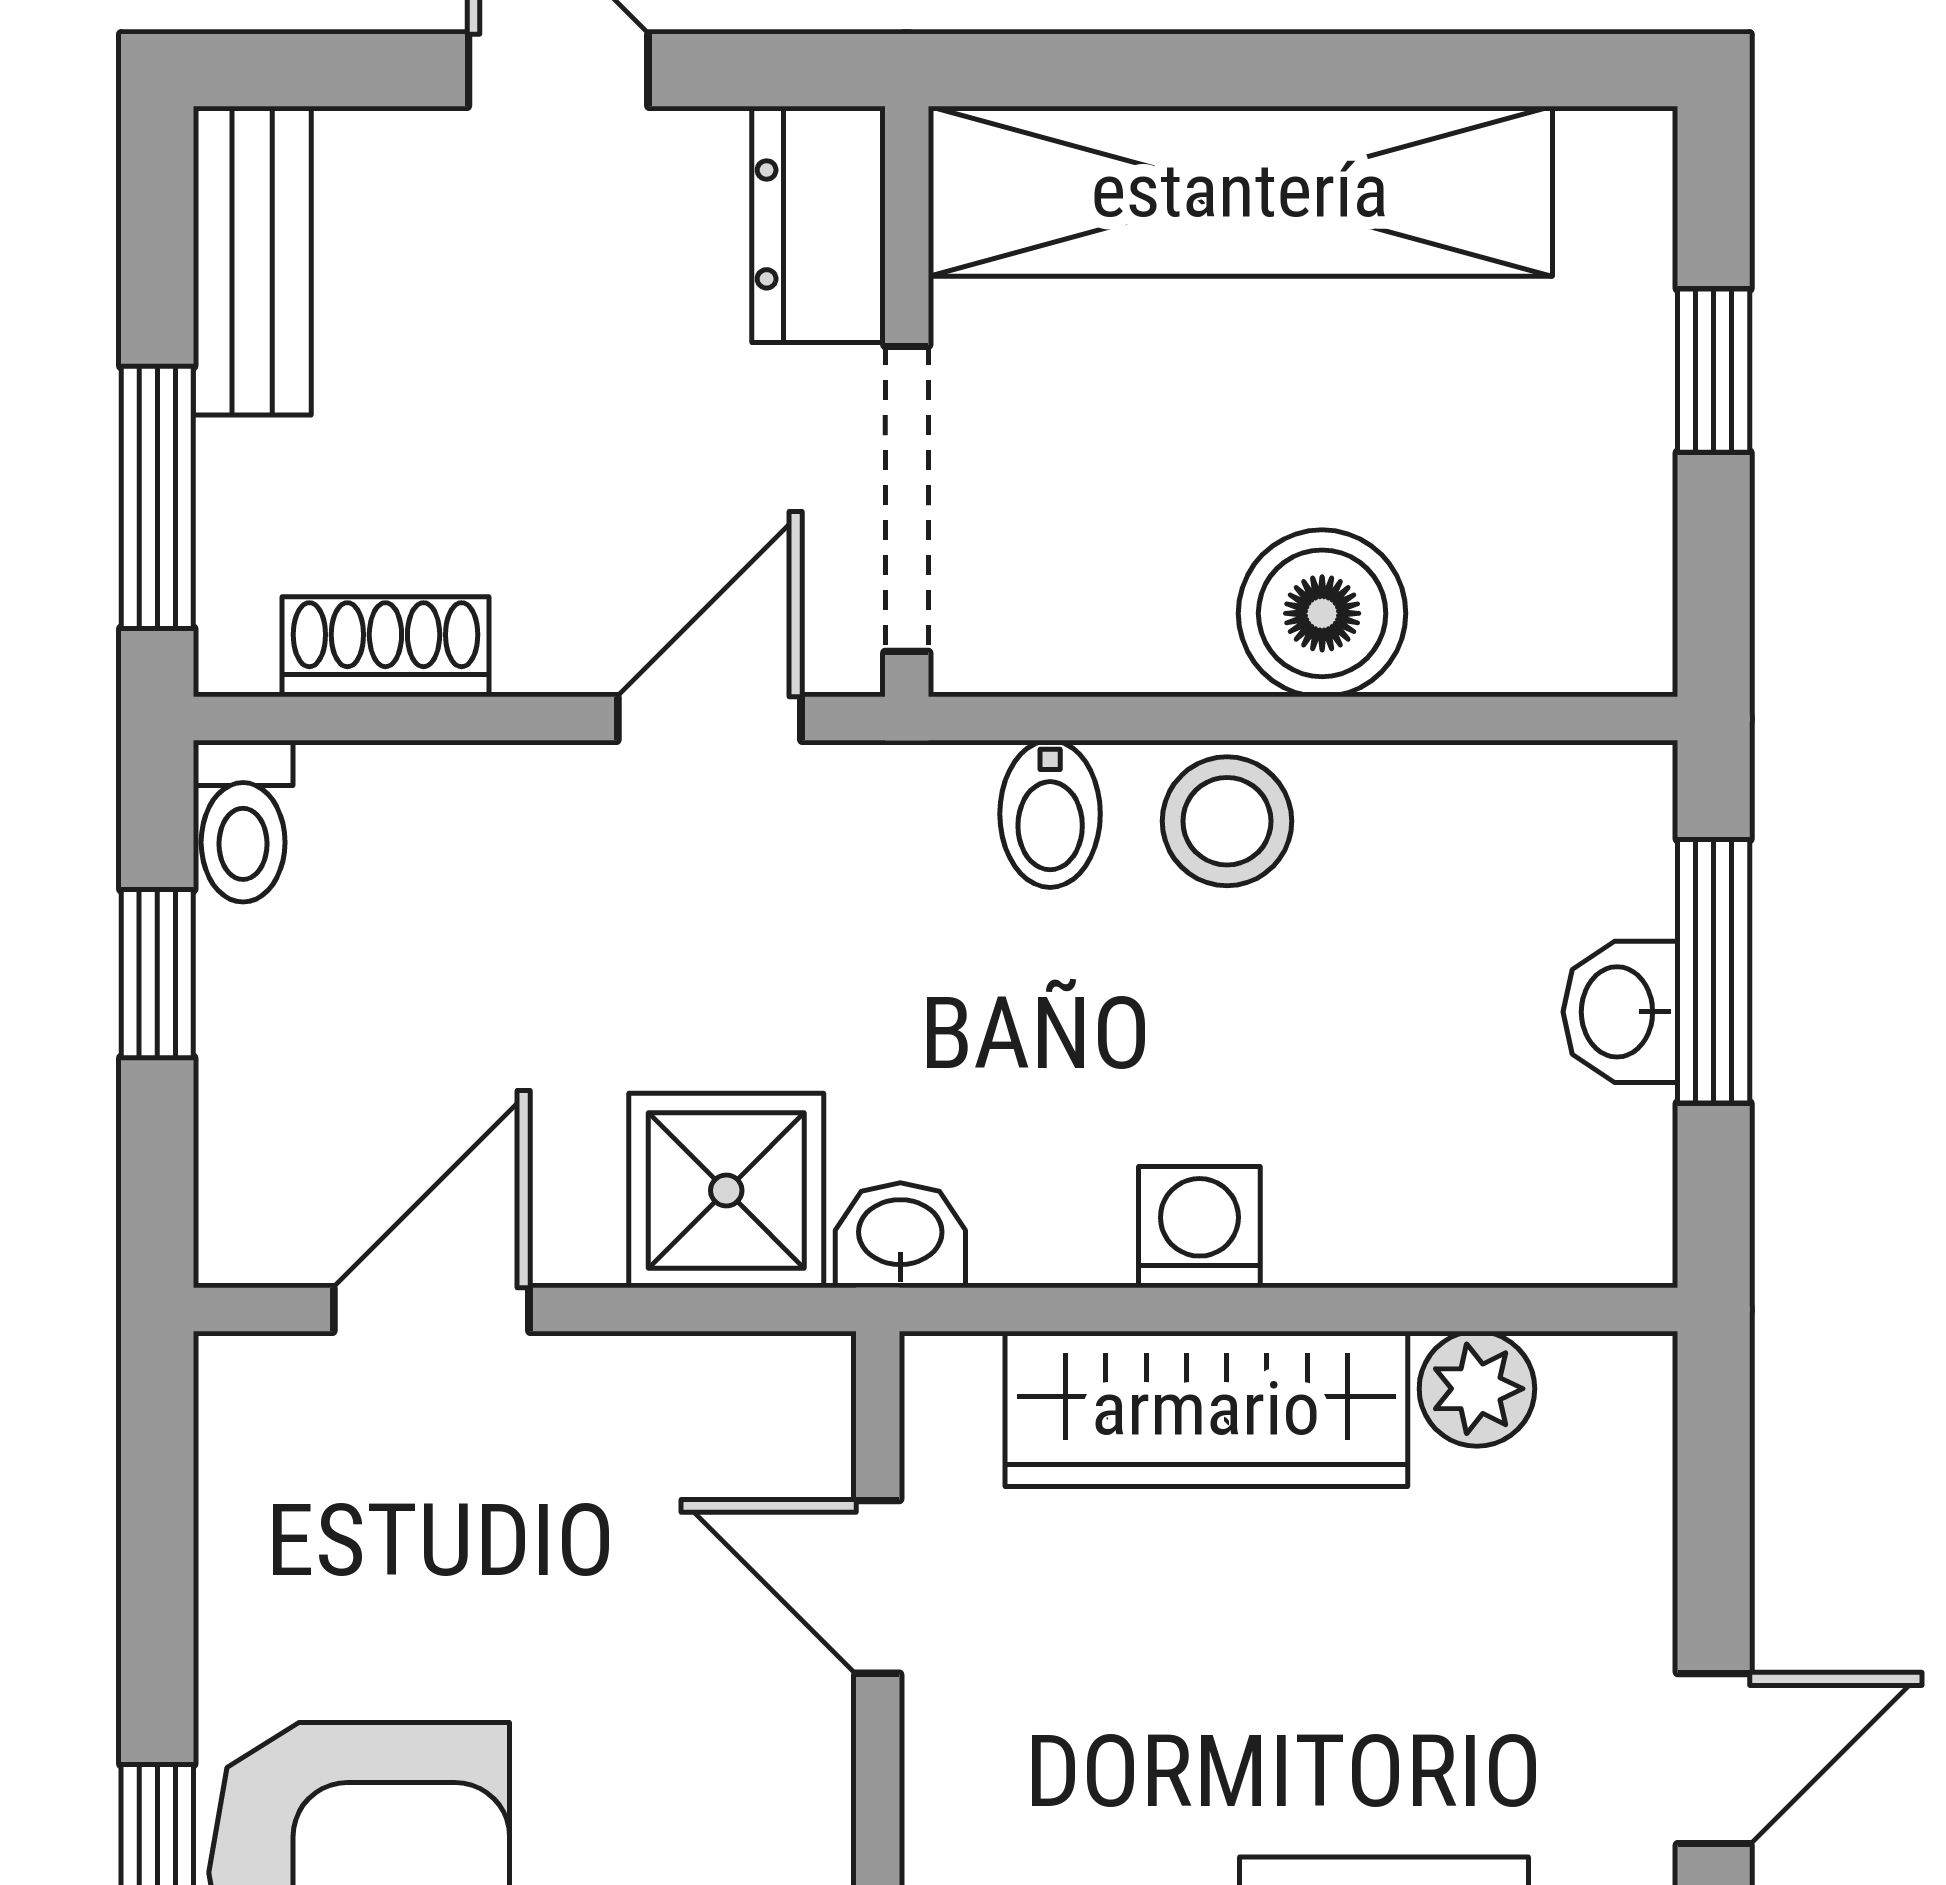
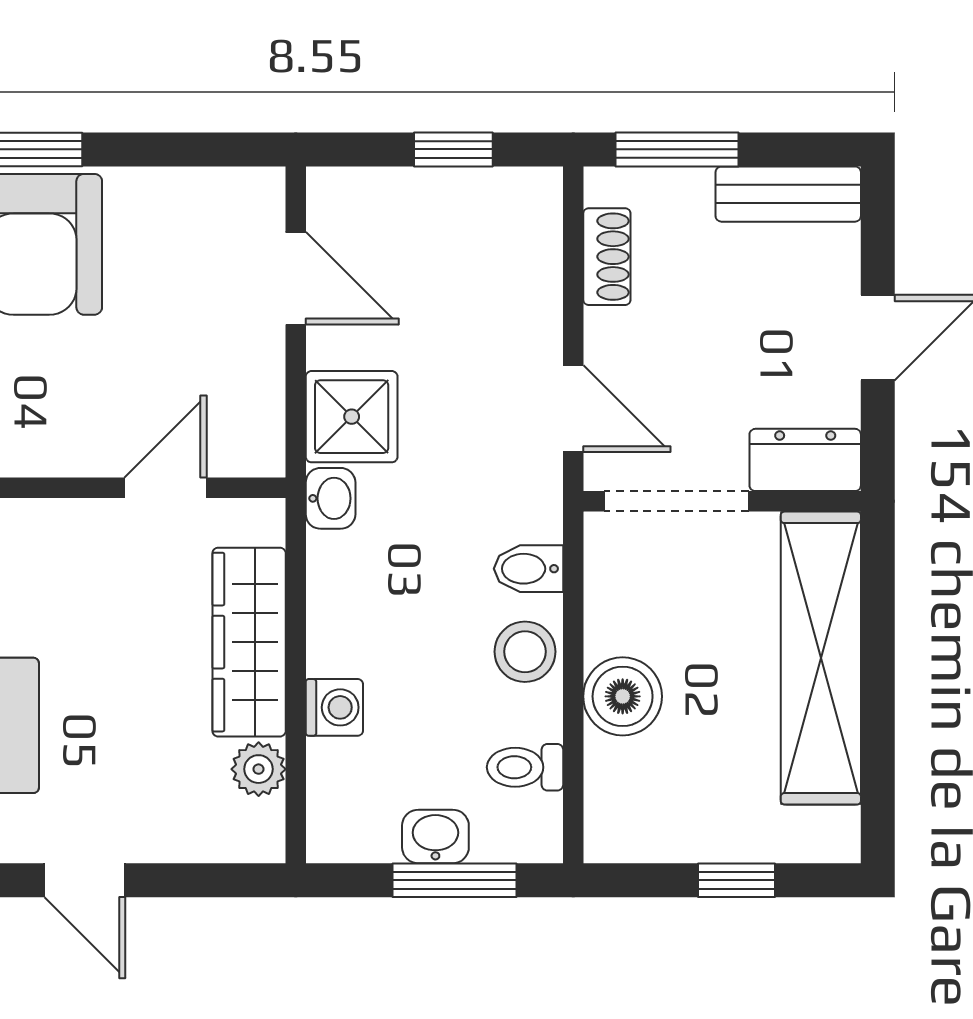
toilet: (243, 821) -> (525, 767), moved
washing machine: (1199, 1227) -> (334, 707), moved

